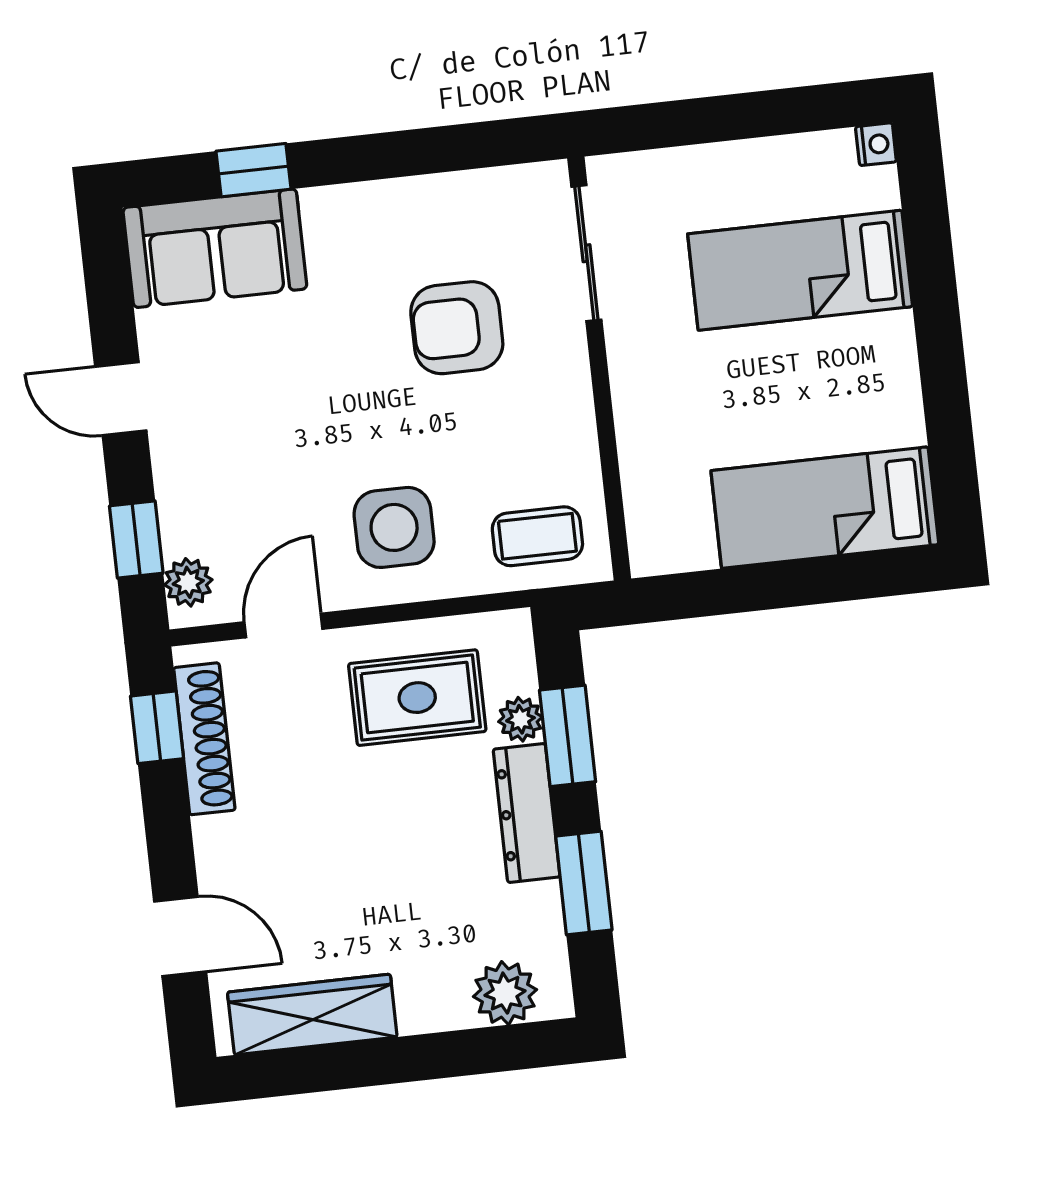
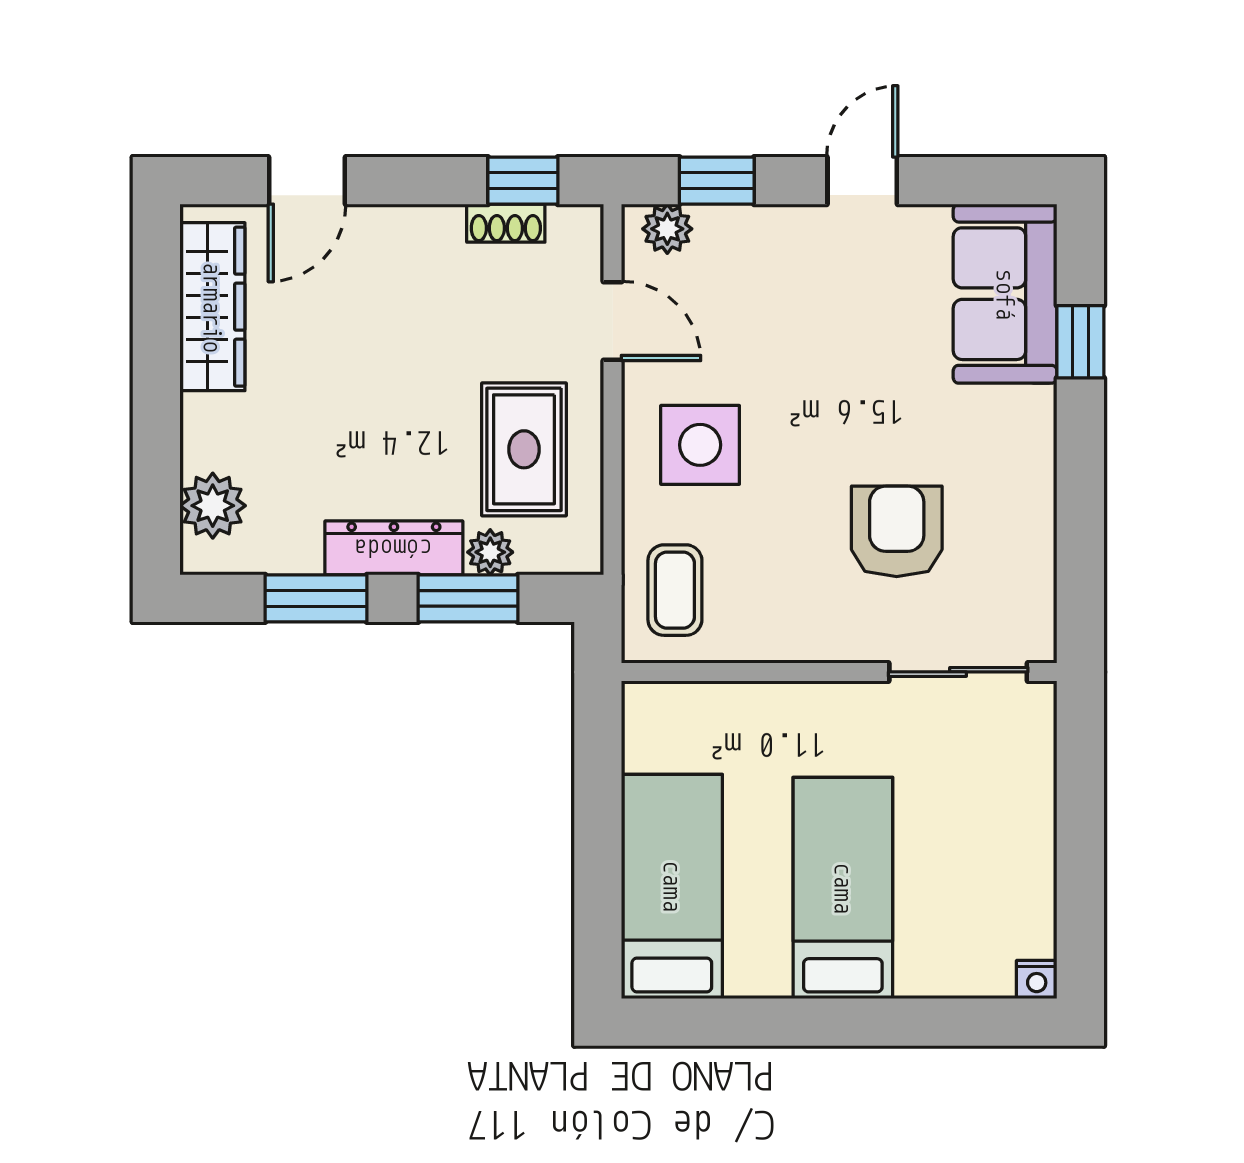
bed: (800, 270) -> (843, 888), moved
shoe rack: (204, 739) -> (506, 223), width x0.51, depth x0.81

